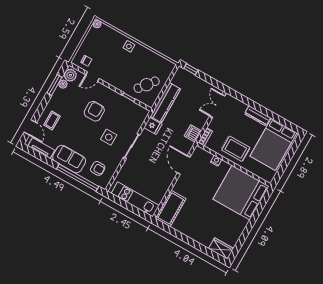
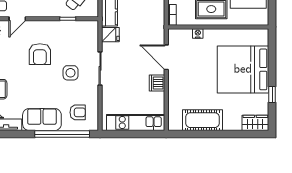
armchair: (94, 111) -> (40, 54), turned 180
dishwasher: (193, 134) -> (157, 83), moved
bed: (241, 193) -> (243, 69), moved
cot: (171, 208) -> (202, 120), moved, turned 90
window: (245, 235) -> (272, 94), added

